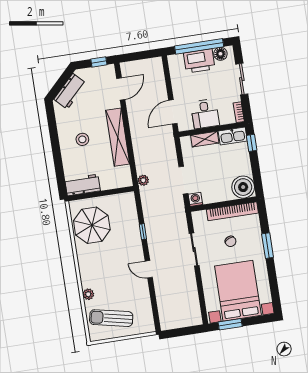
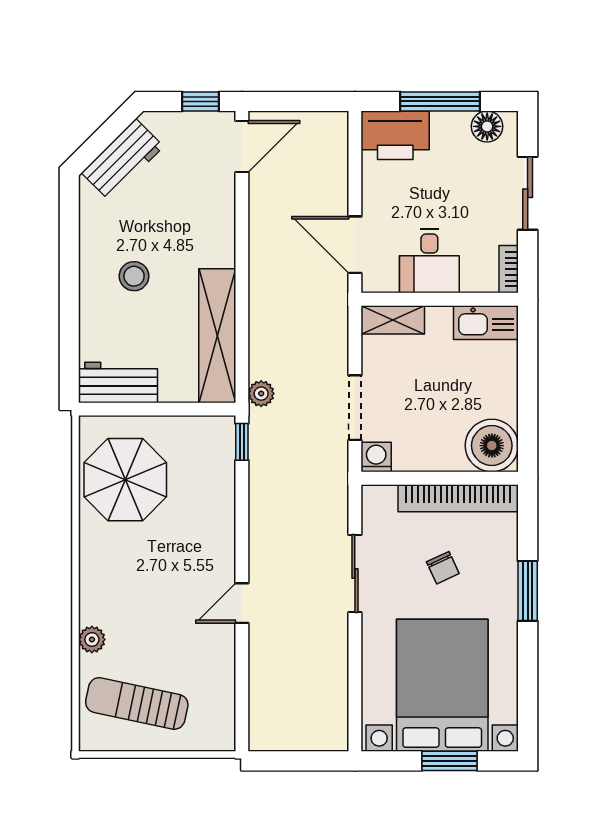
window: (199, 46) -> (440, 101), width x0.68
printer: (199, 61) -> (395, 135), moved
door: (121, 89) -> (242, 146), moved
door: (173, 112) -> (355, 245), hinge flipped
shelving: (118, 137) -> (217, 336), moved
shelving: (205, 139) -> (393, 320), moved
window: (252, 143) -> (528, 346), removed
window: (143, 232) -> (242, 442), moved
door: (149, 269) -> (242, 603), hinge flipped
window: (230, 324) -> (449, 761), moved

